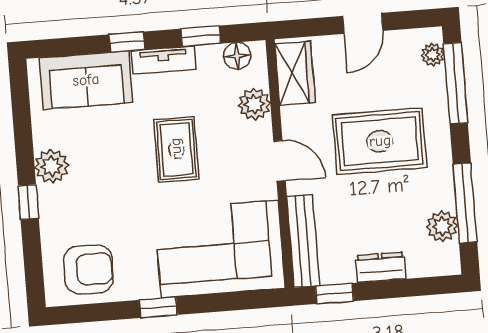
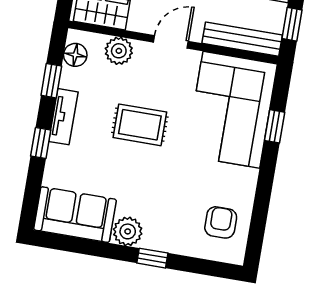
sofa: (86, 80) -> (75, 215), moved, turned -90
armchair: (89, 269) -> (221, 222), width x0.72, depth x0.72
window: (158, 307) -> (275, 126), moved

